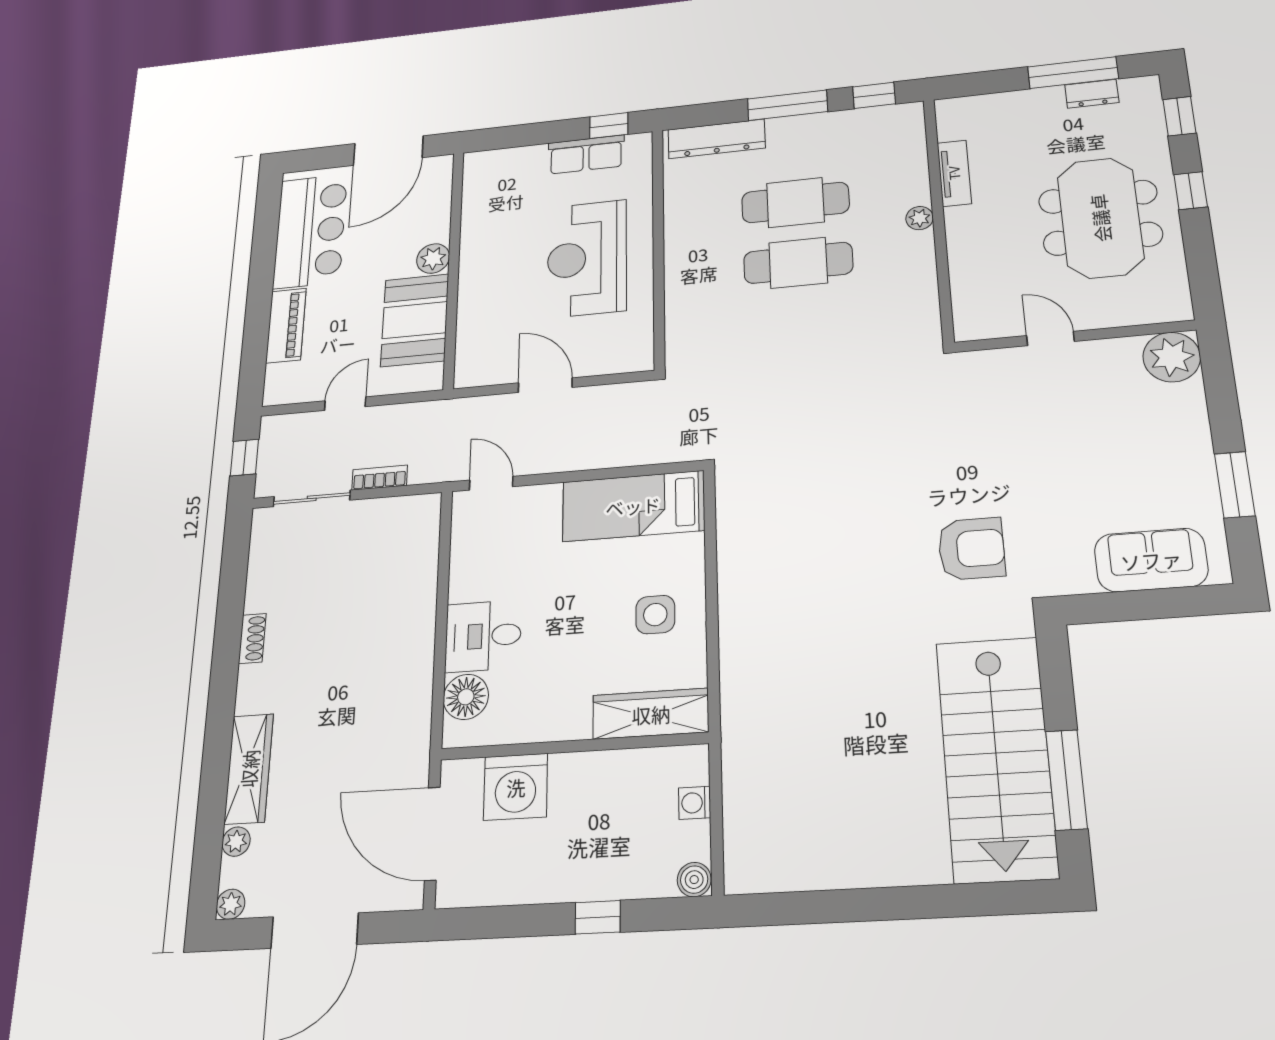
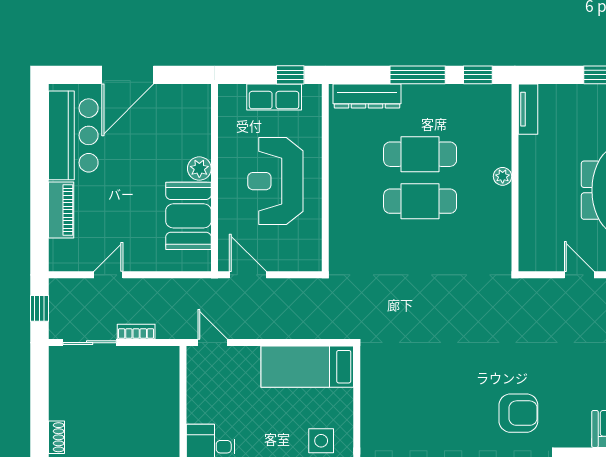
tv unit: (954, 173) -> (528, 109), moved
plant: (433, 258) -> (199, 169), moved
wall: (454, 268) -> (215, 178), moved
booth: (415, 320) -> (188, 216), moved

